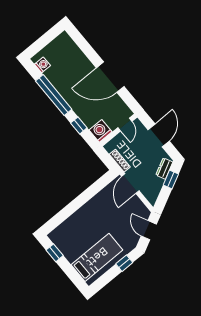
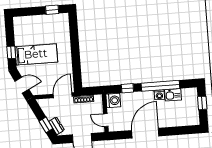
window: (41, 43) -> (202, 103), added
washing machine: (42, 65) -> (159, 95), moved
kitchen sink: (54, 77) -> (173, 95), added
door: (130, 184) -> (63, 95), hinge flipped
bed: (97, 257) -> (36, 54), moved, turned -90

